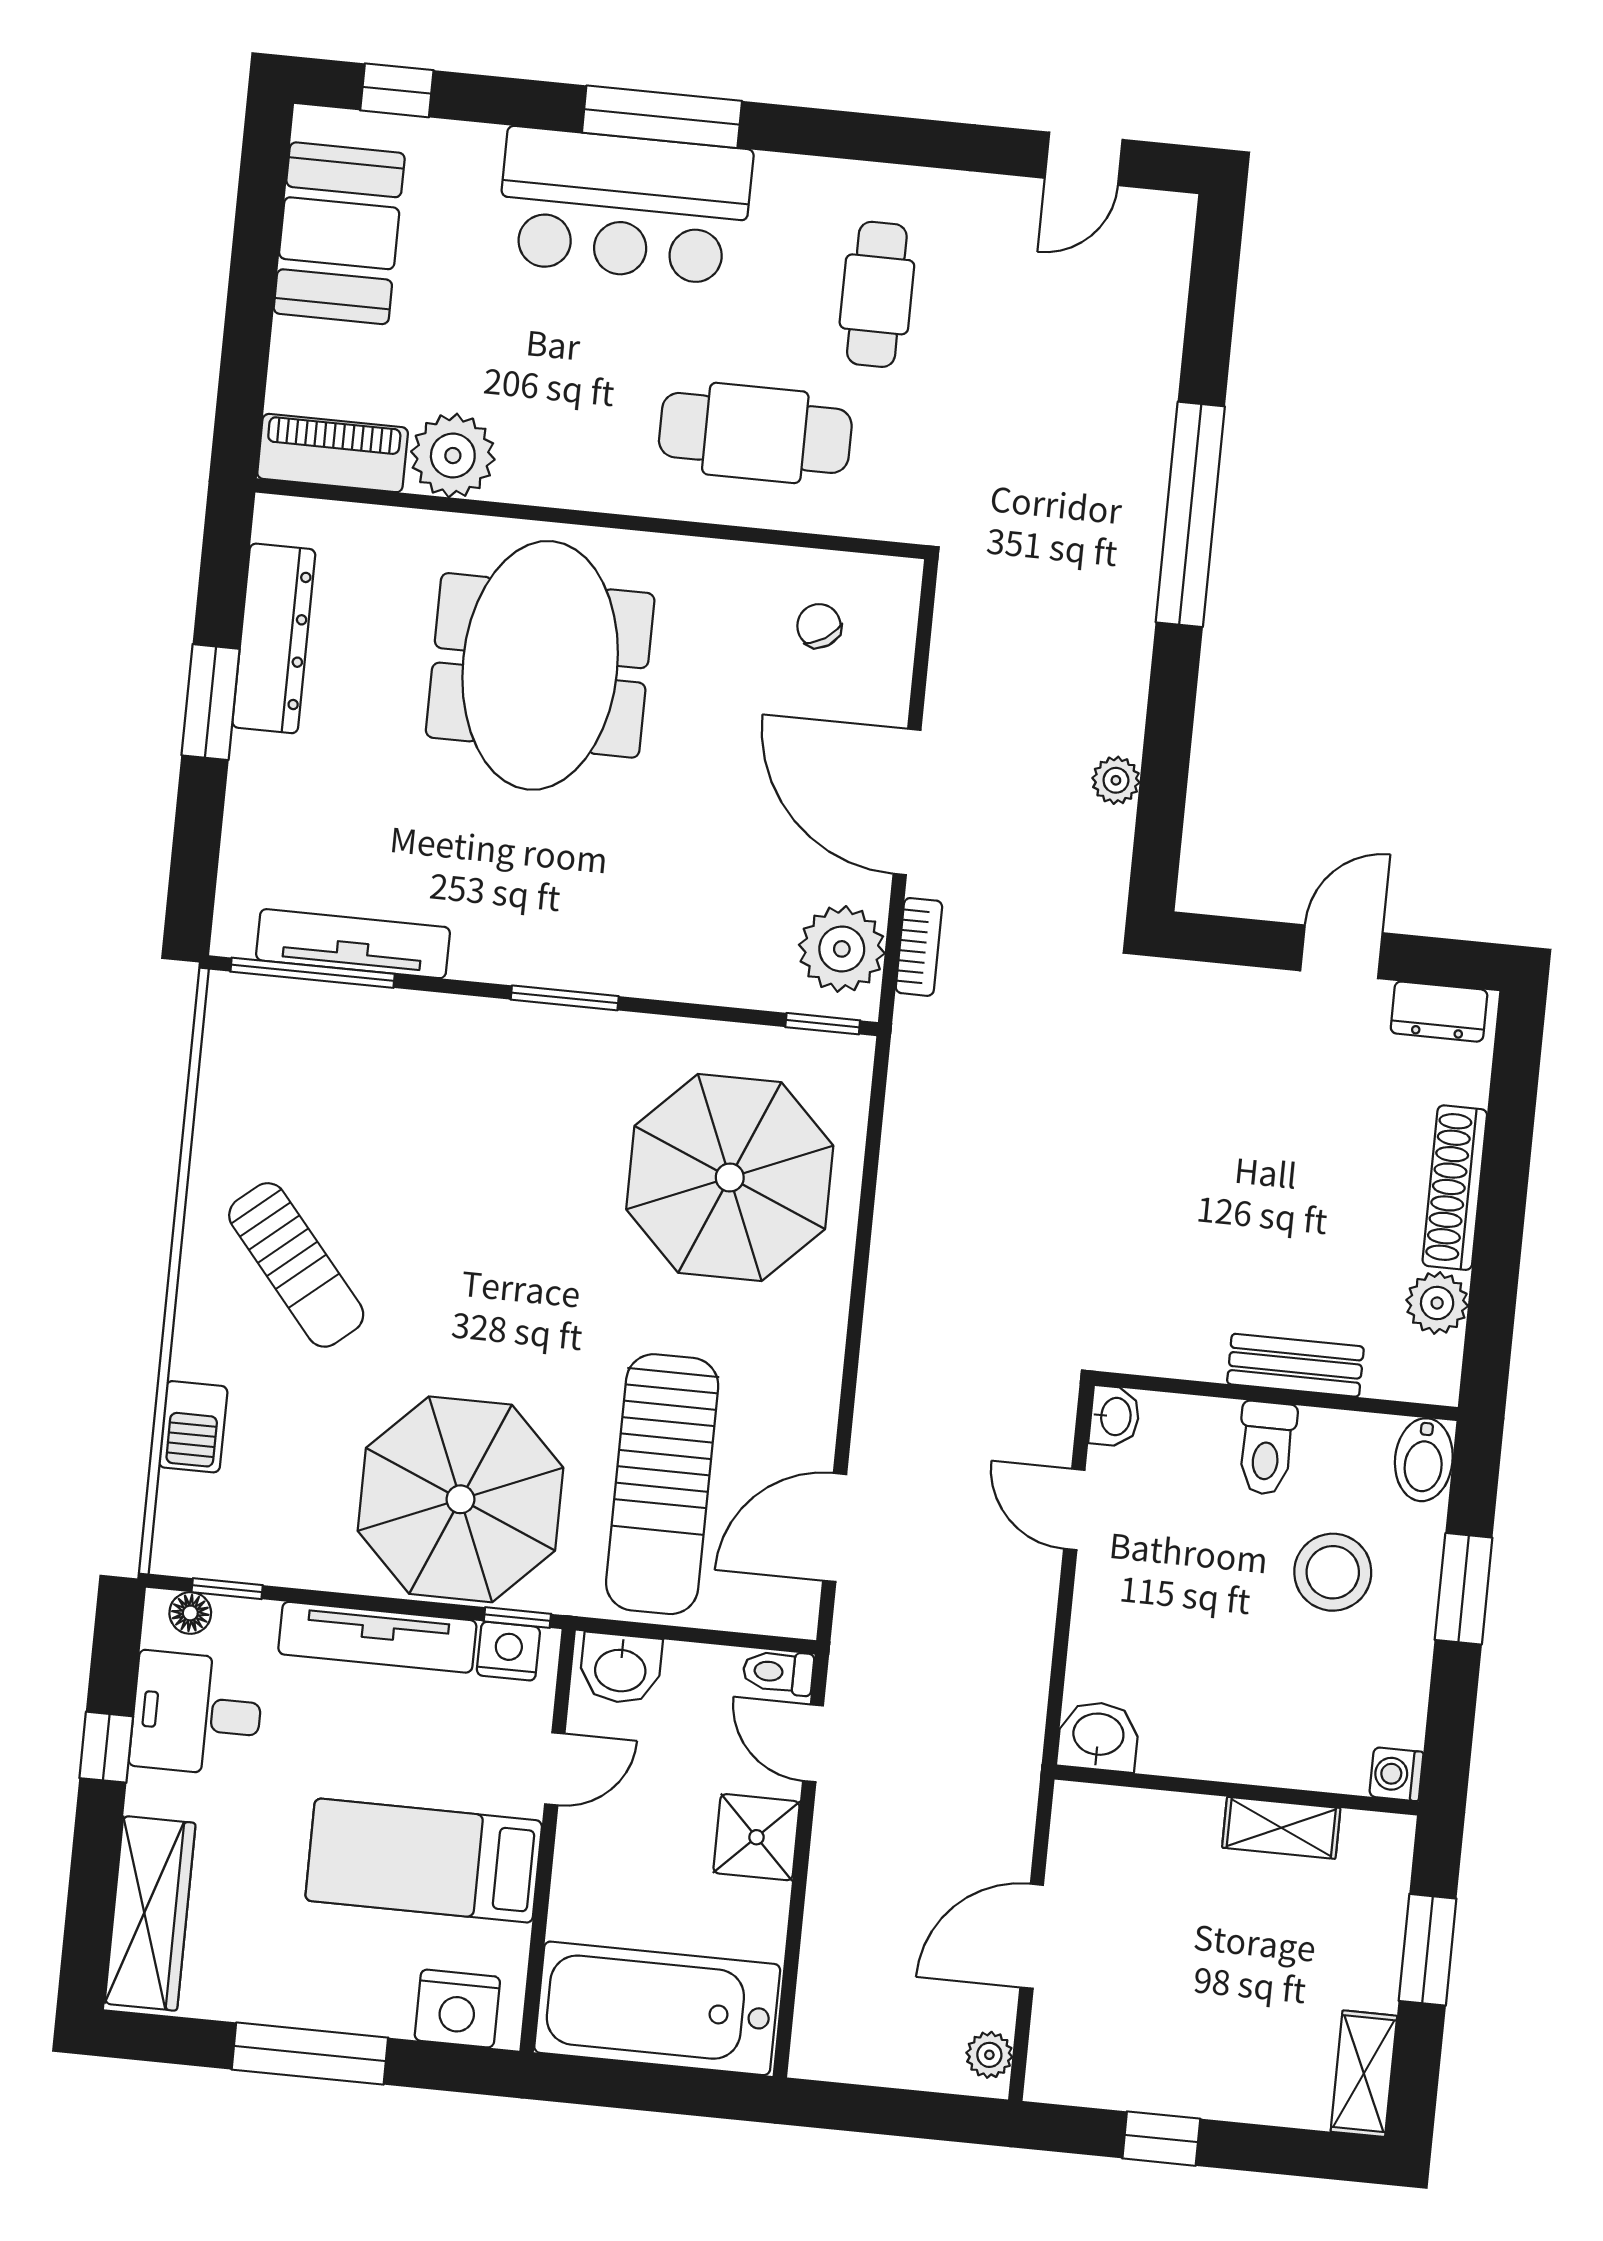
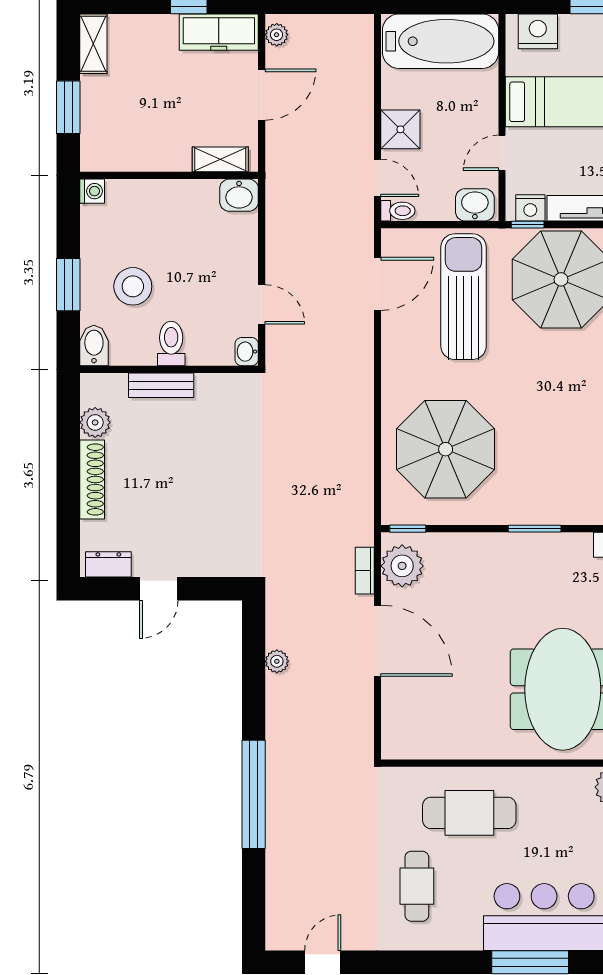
chair: (819, 626) -> (429, 722), removed
shelving: (1281, 1828) -> (220, 159), moved
freezer: (1106, 2072) -> (219, 32), added

